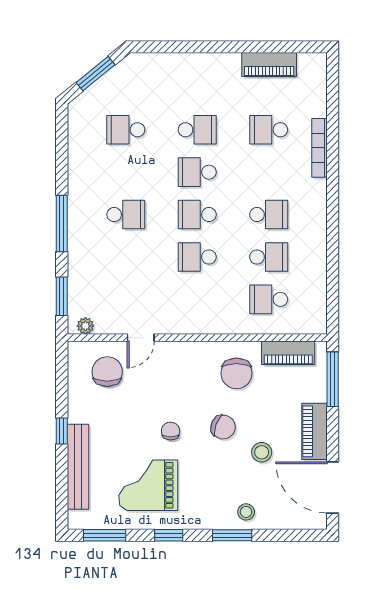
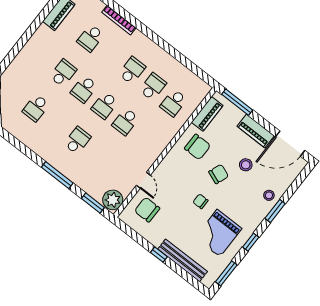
plant: (85, 326) -> (113, 200), width x1.88, depth x1.88

